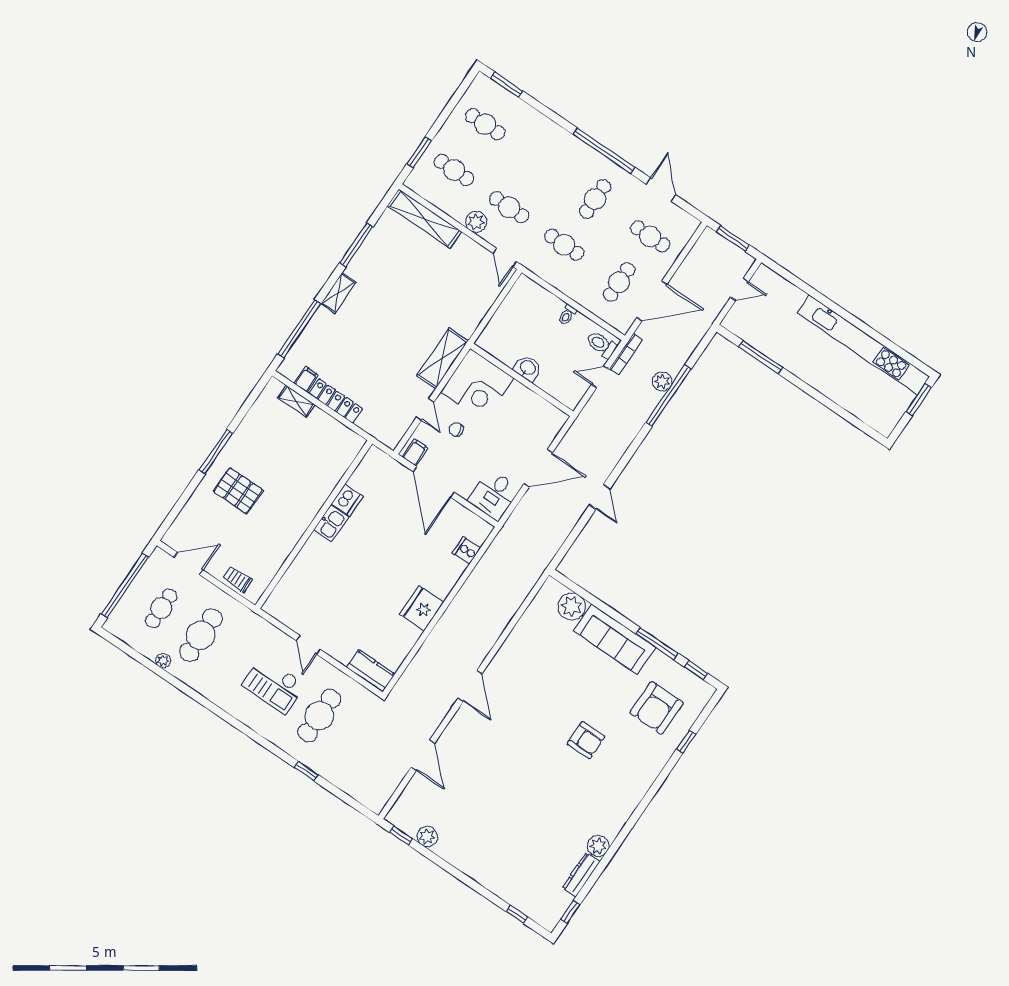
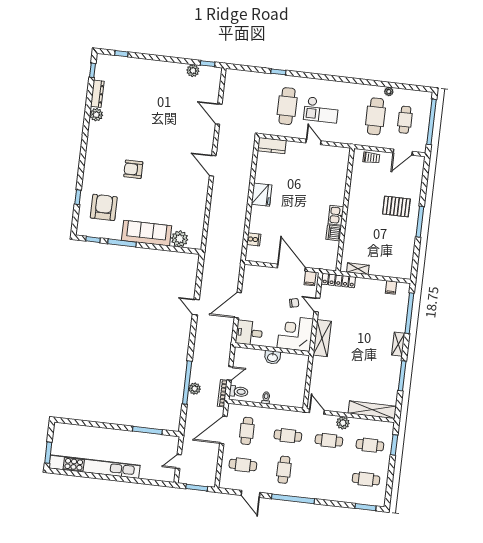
shelving: (296, 401) -> (358, 269), moved
locker: (336, 401) -> (339, 280), moved
desk: (494, 495) -> (249, 333), moved, turned -90
checkout: (273, 685) -> (321, 110), turned 180

